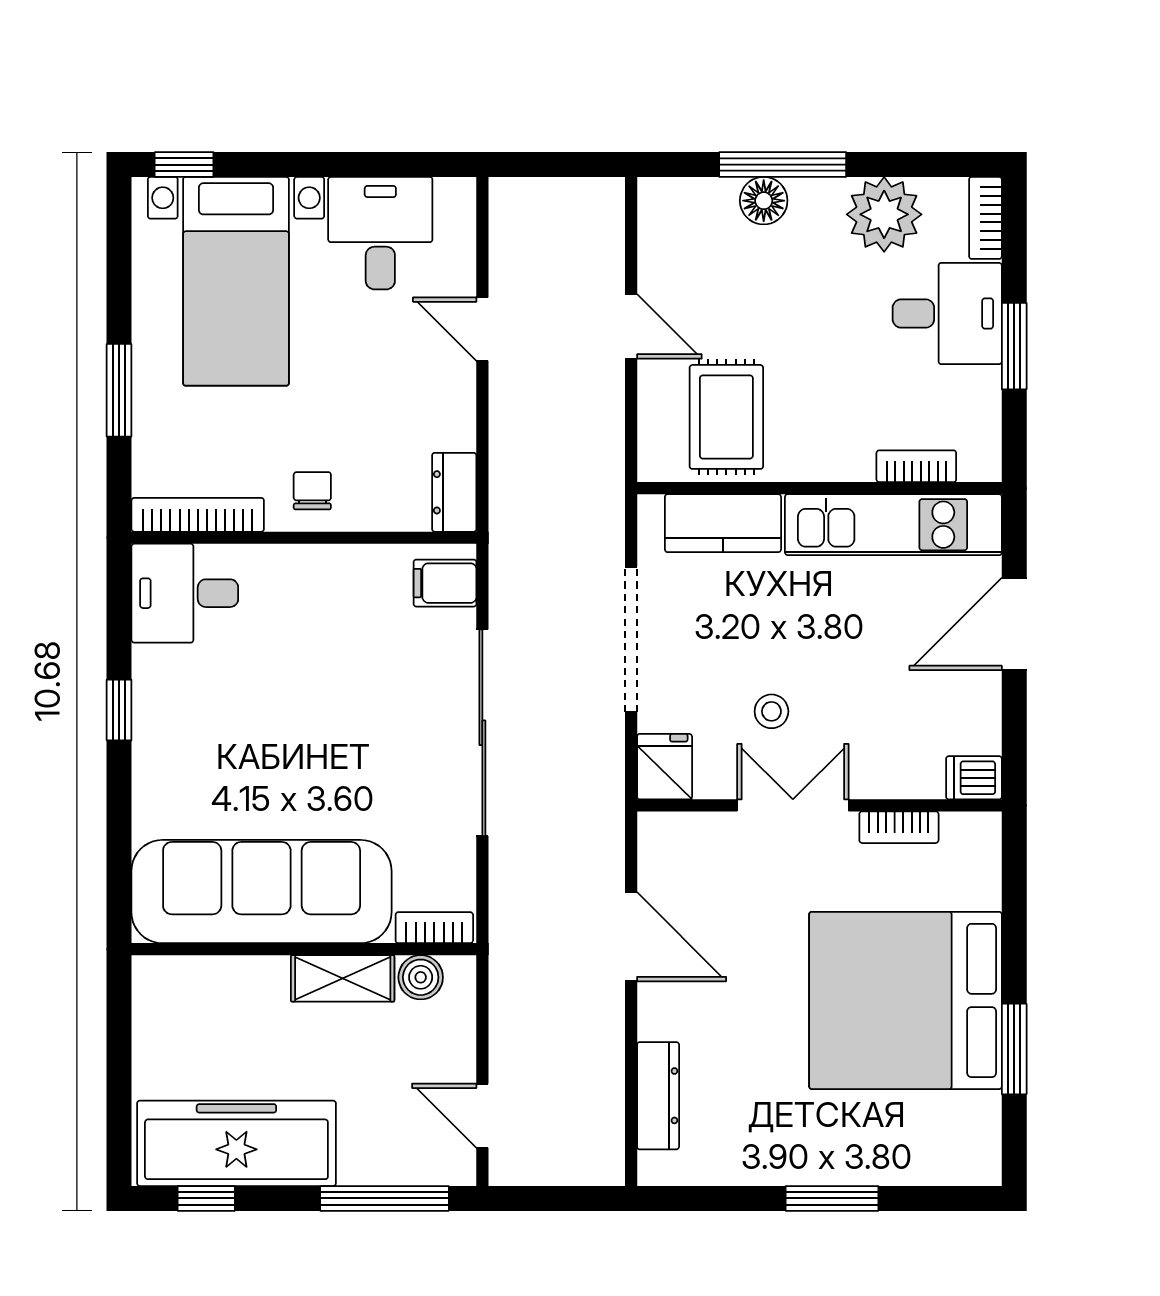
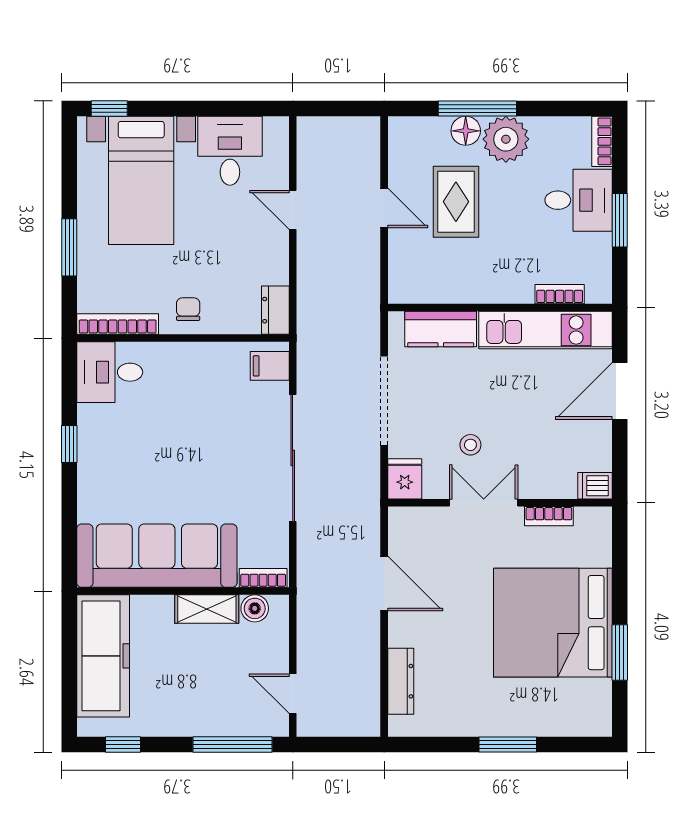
plant: (884, 214) -> (506, 139), moved
rug: (726, 417) -> (456, 202), moved
freezer: (236, 1143) -> (103, 656), moved, turned 90

